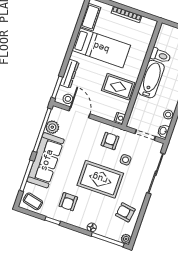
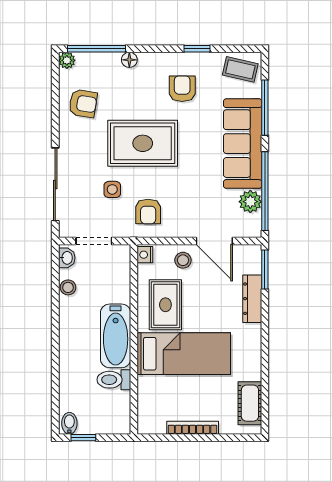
bed: (101, 48) -> (184, 354), moved, turned 180
rug: (118, 87) -> (165, 305), turned 90
stool: (68, 99) -> (183, 260), moved

